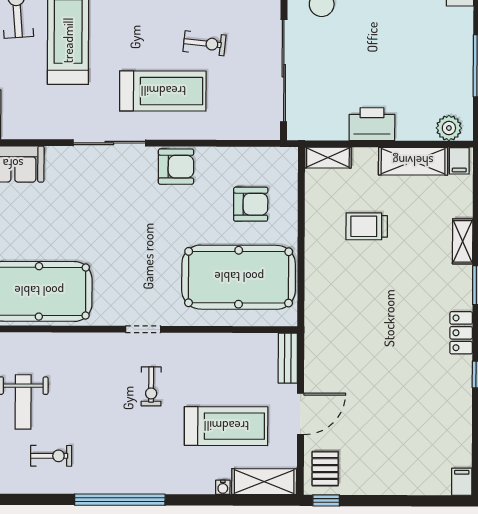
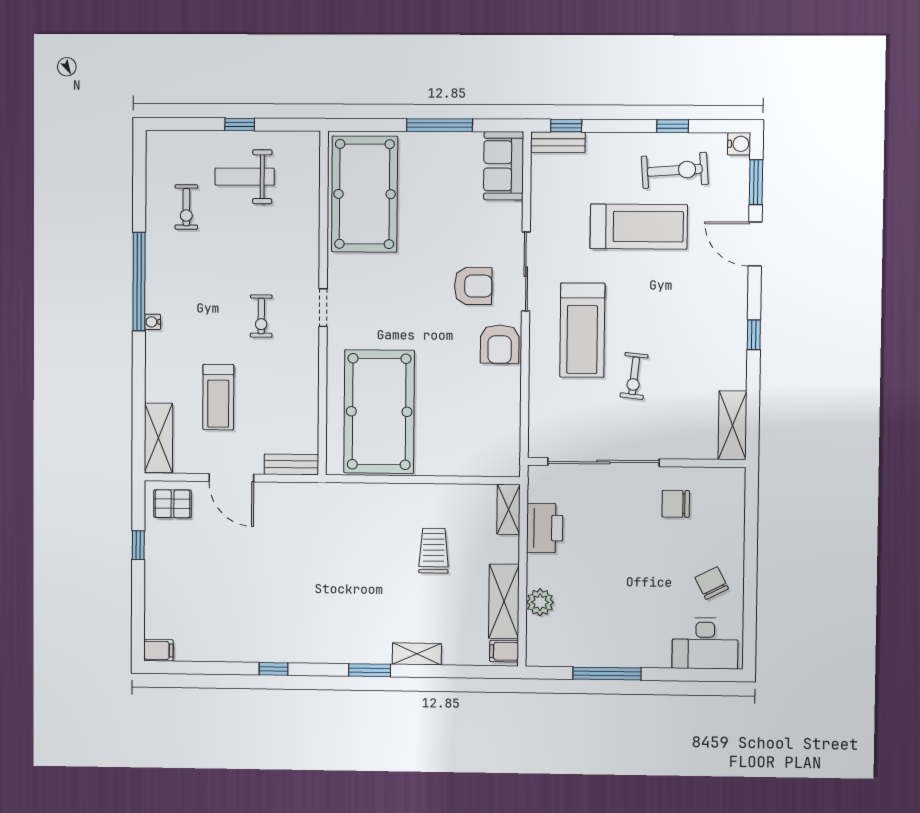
printer: (372, 124) -> (545, 528), moved
plant: (449, 128) -> (540, 602), moved
armchair: (251, 204) -> (473, 286), moved, turned -90
locker: (461, 333) -> (318, 651), removed
exercise bike: (151, 386) -> (261, 316), turned -90
treadmill: (226, 426) -> (218, 397), width x0.73, depth x0.73
water cooler: (223, 487) -> (153, 322), moved
window: (326, 500) -> (138, 545), moved

